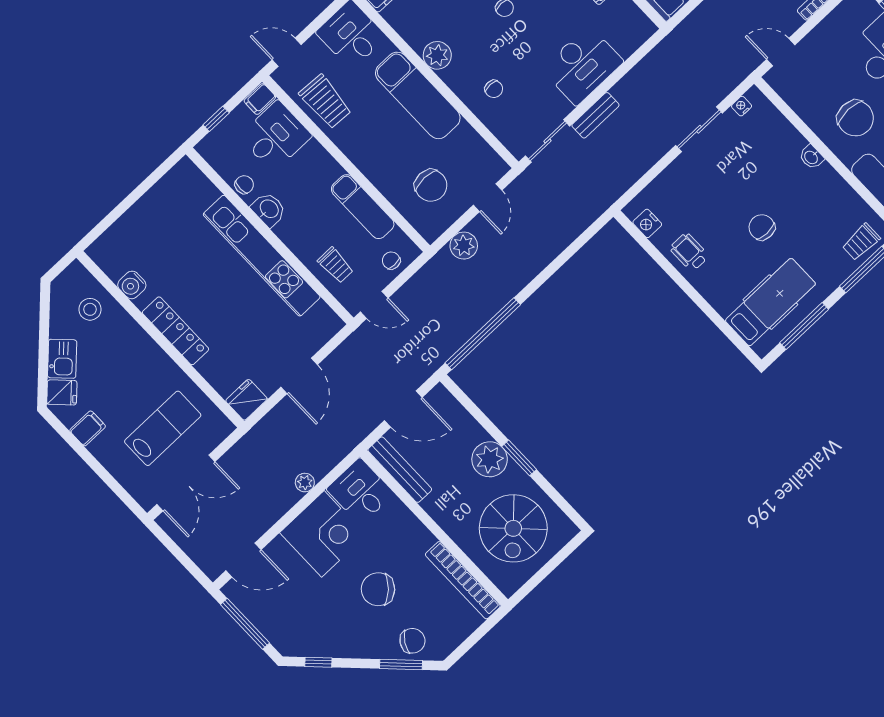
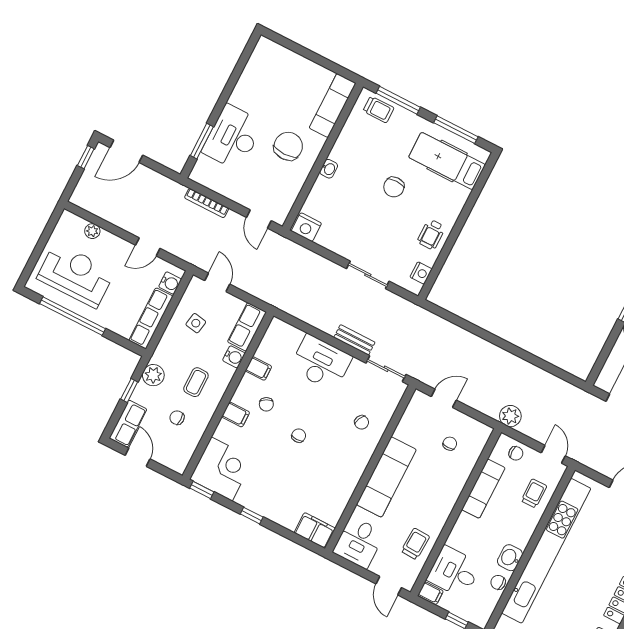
plant: (437, 55) -> (351, 473), removed
chair: (494, 89) -> (362, 422), turned 115
trolley: (325, 102) -> (415, 544), width x0.73, depth x0.72
nightstand: (742, 106) -> (306, 227), width x1.89, depth x1.79
sliding door: (699, 129) -> (368, 275), moved
chair: (431, 185) -> (450, 444), width x0.54, depth x0.54
plant: (464, 246) -> (510, 416), moved
kitchen unit: (262, 256) -> (546, 551), width x1.36
chair: (391, 261) -> (516, 453), turned -90
window: (483, 334) -> (546, 366), removed

